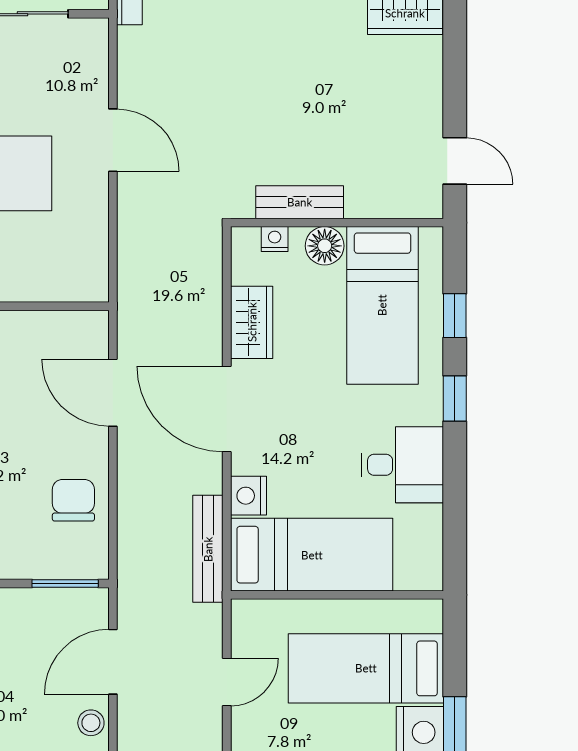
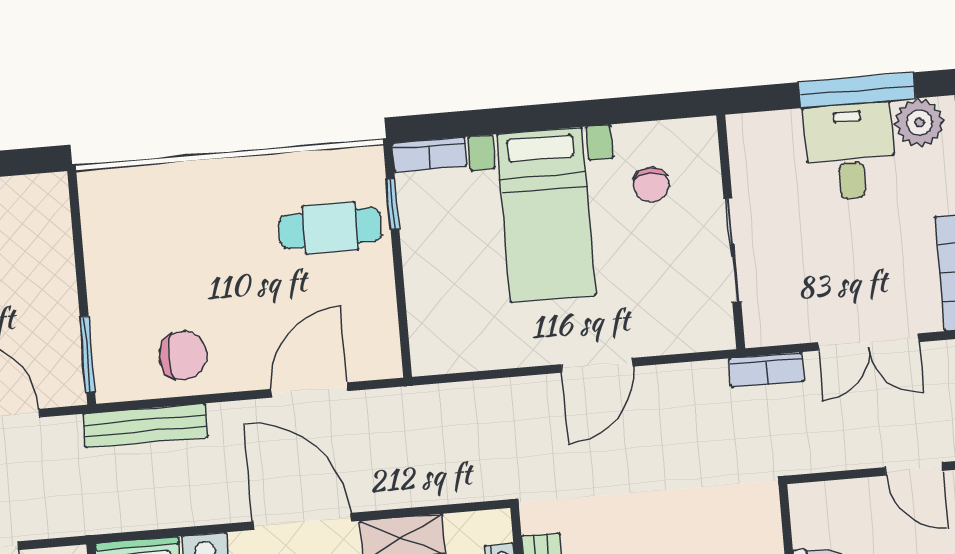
door: (227, 409) -> (302, 521), hinge flipped
bench: (208, 549) -> (145, 426), moved

